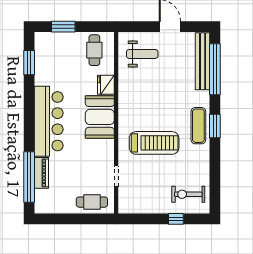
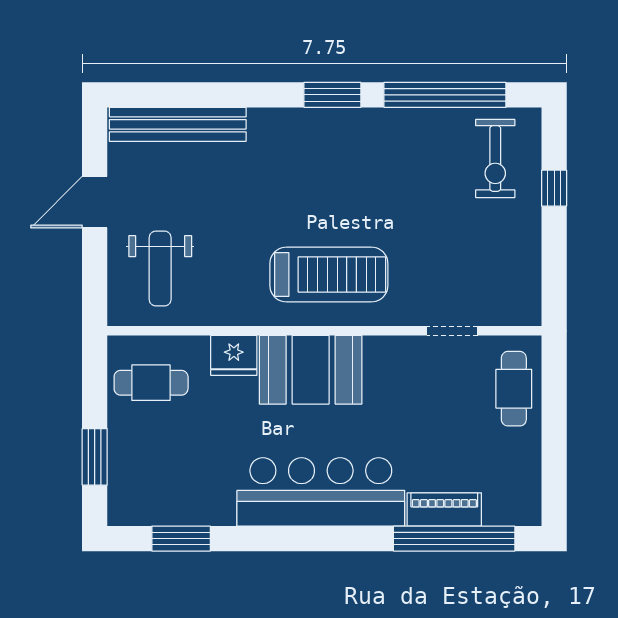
weight bench: (142, 54) -> (160, 269), turned 180
window: (215, 69) -> (445, 95), moved
exercise mat: (198, 126) -> (331, 134), removed
treadmill: (154, 143) -> (329, 275), moved, turned 90

